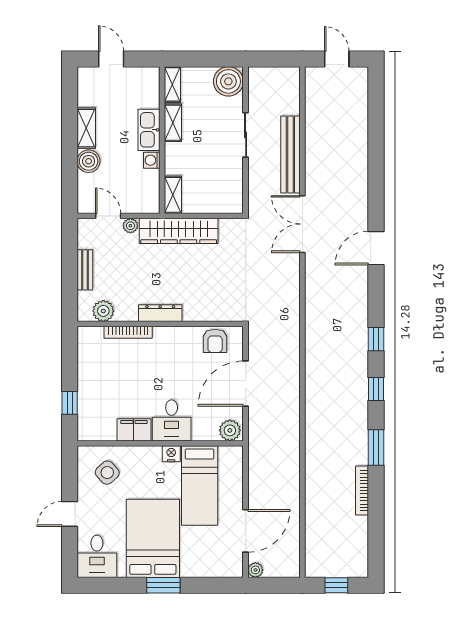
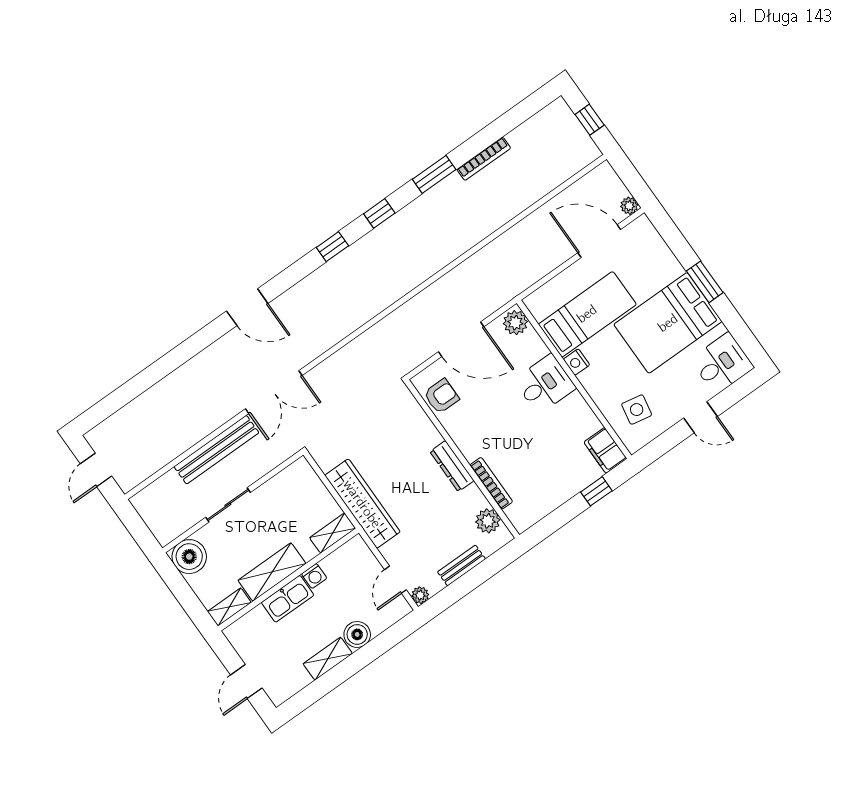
shelving: (173, 123) -> (272, 572), width x1.50, depth x1.33
plant: (130, 226) -> (420, 595), moved
filing cabinet: (134, 430) -> (605, 450), moved
side table: (107, 473) -> (637, 410), turned -37

